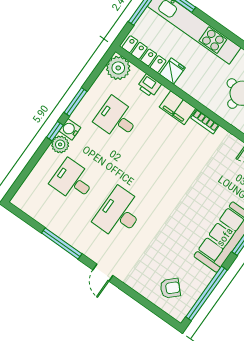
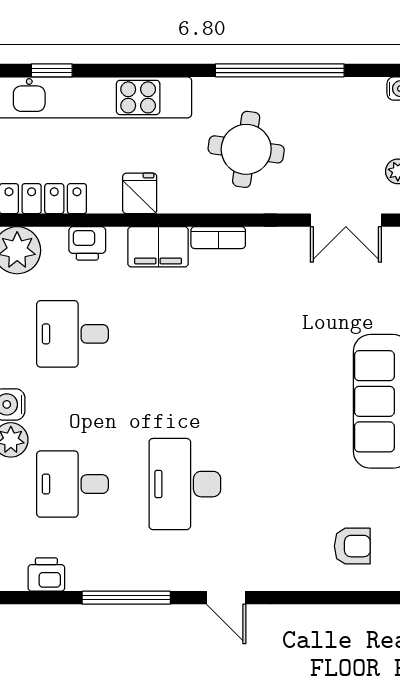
fridge: (172, 71) -> (140, 193), moved
printer: (35, 210) -> (46, 575), added
armchair: (170, 288) -> (352, 546), turned 44

